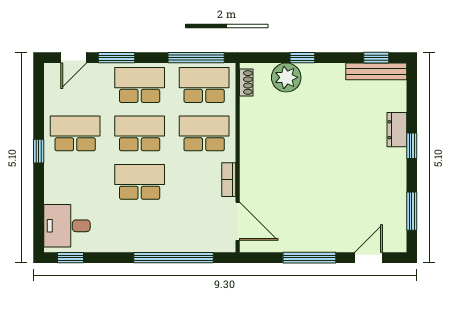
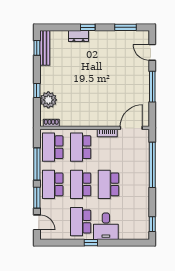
window: (196, 58) -> (37, 164), moved
desk: (67, 226) -> (106, 226), moved

